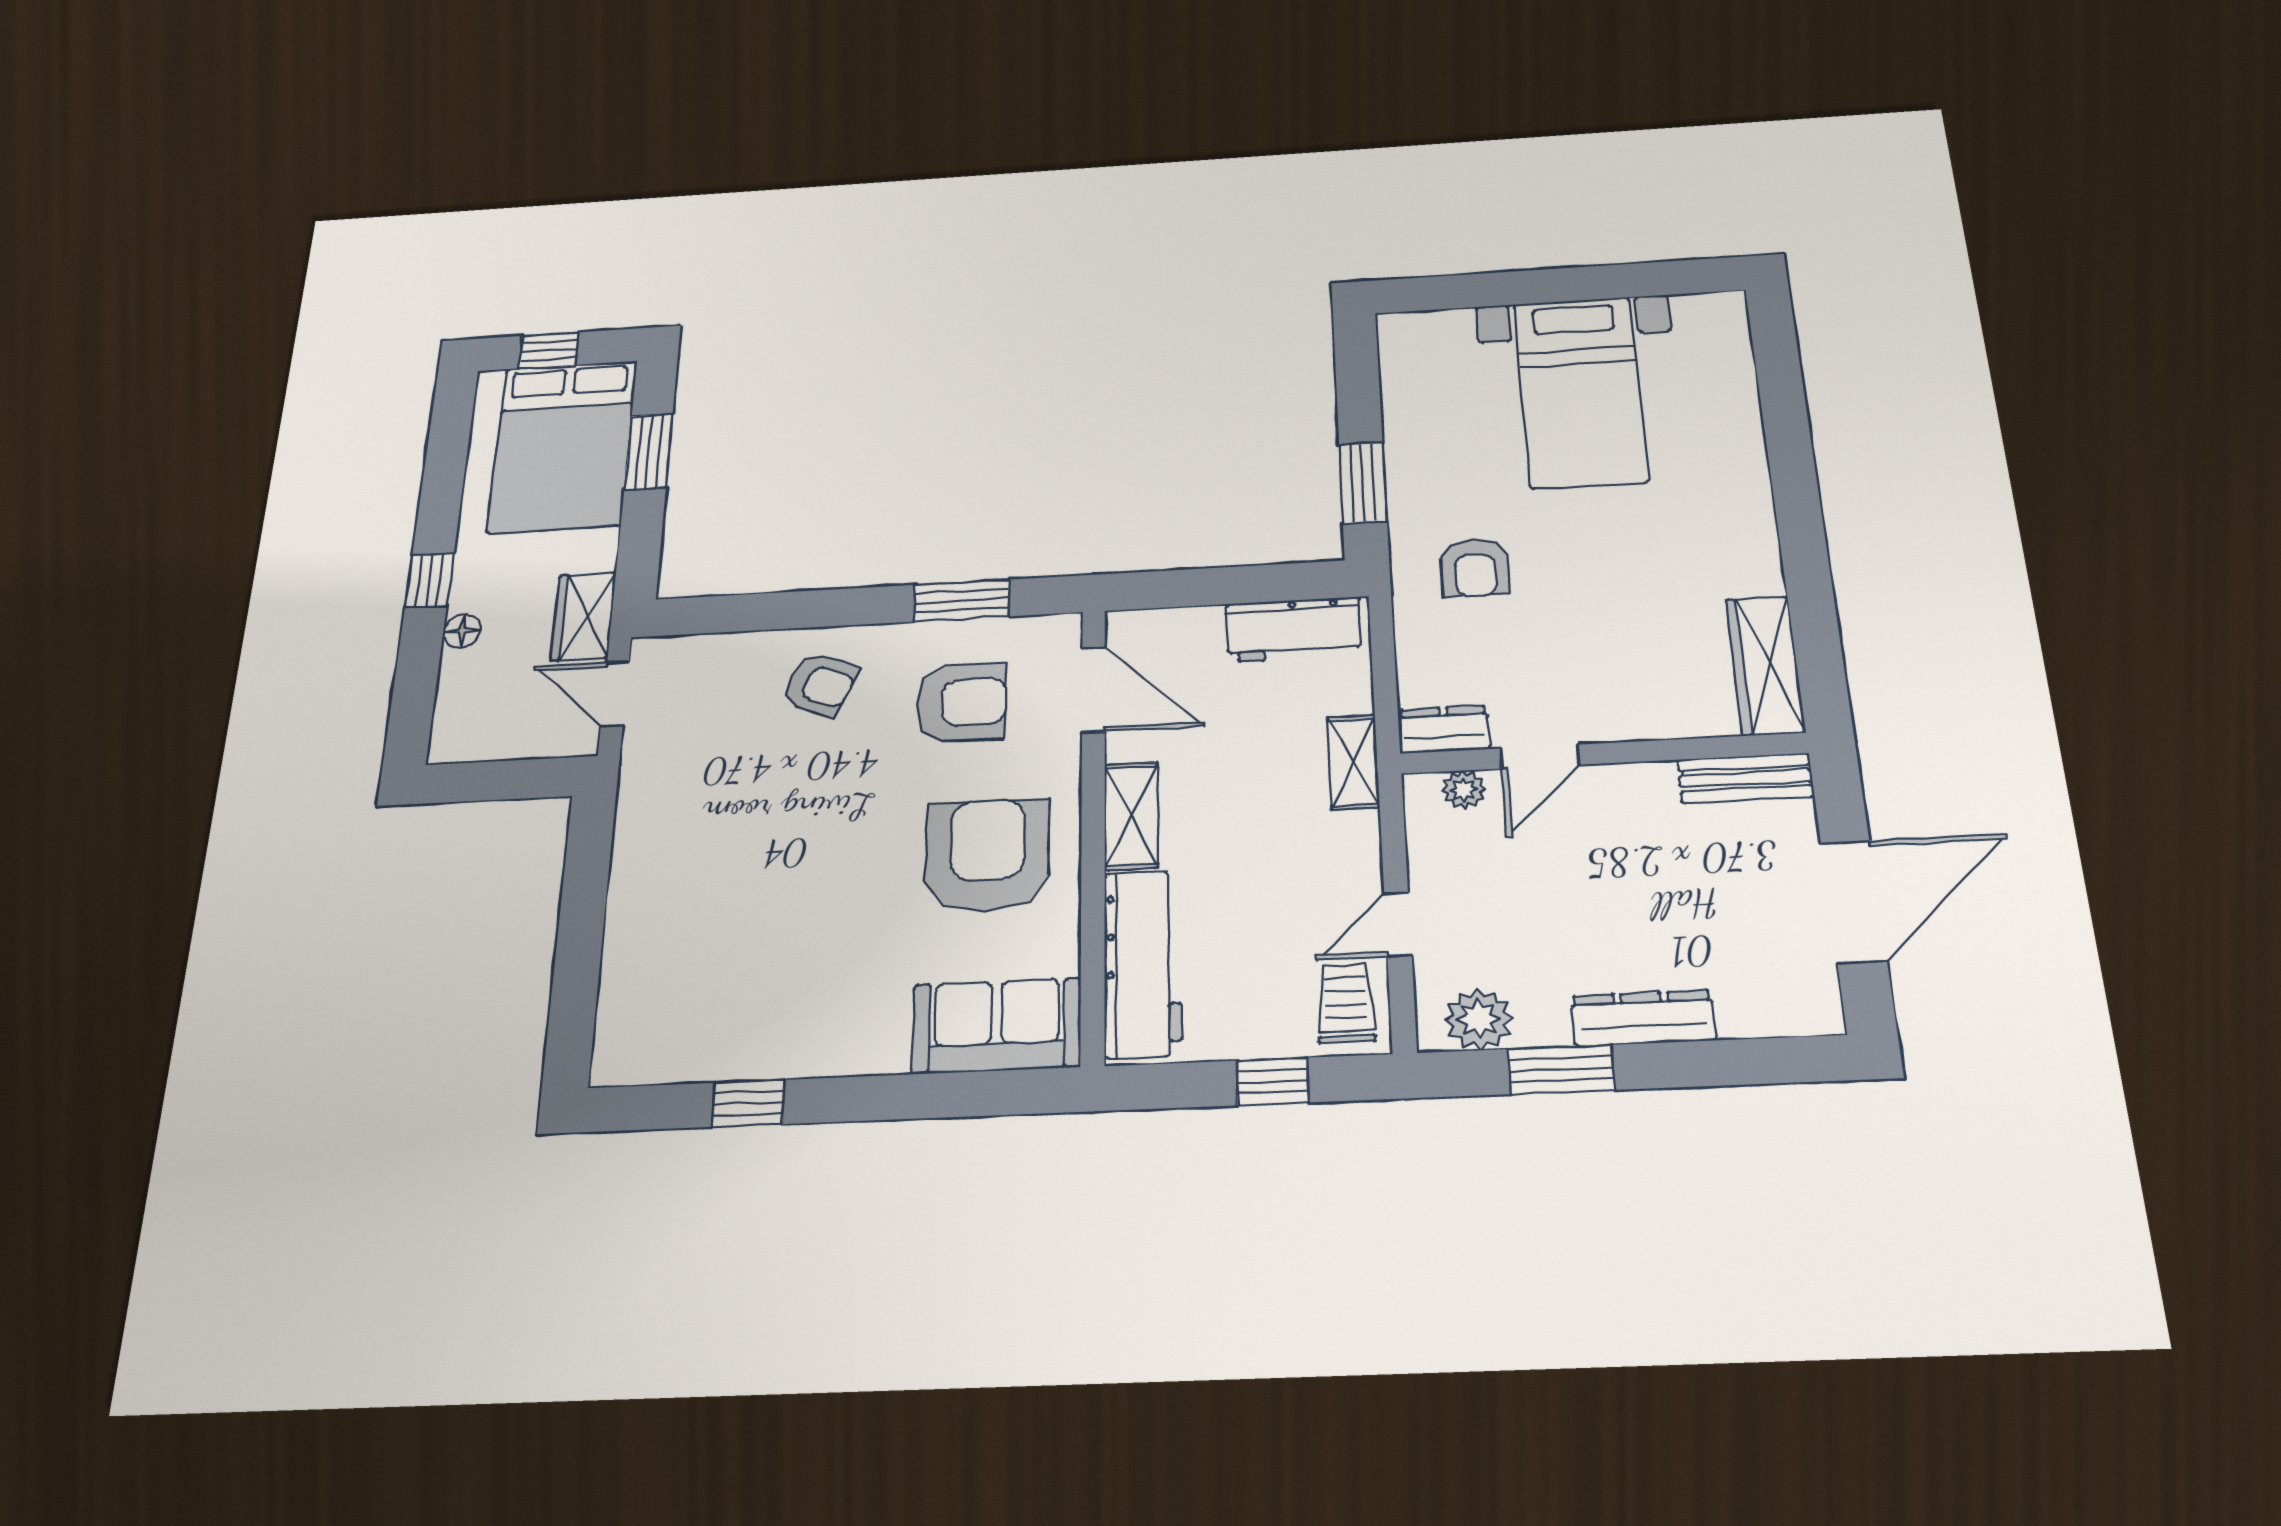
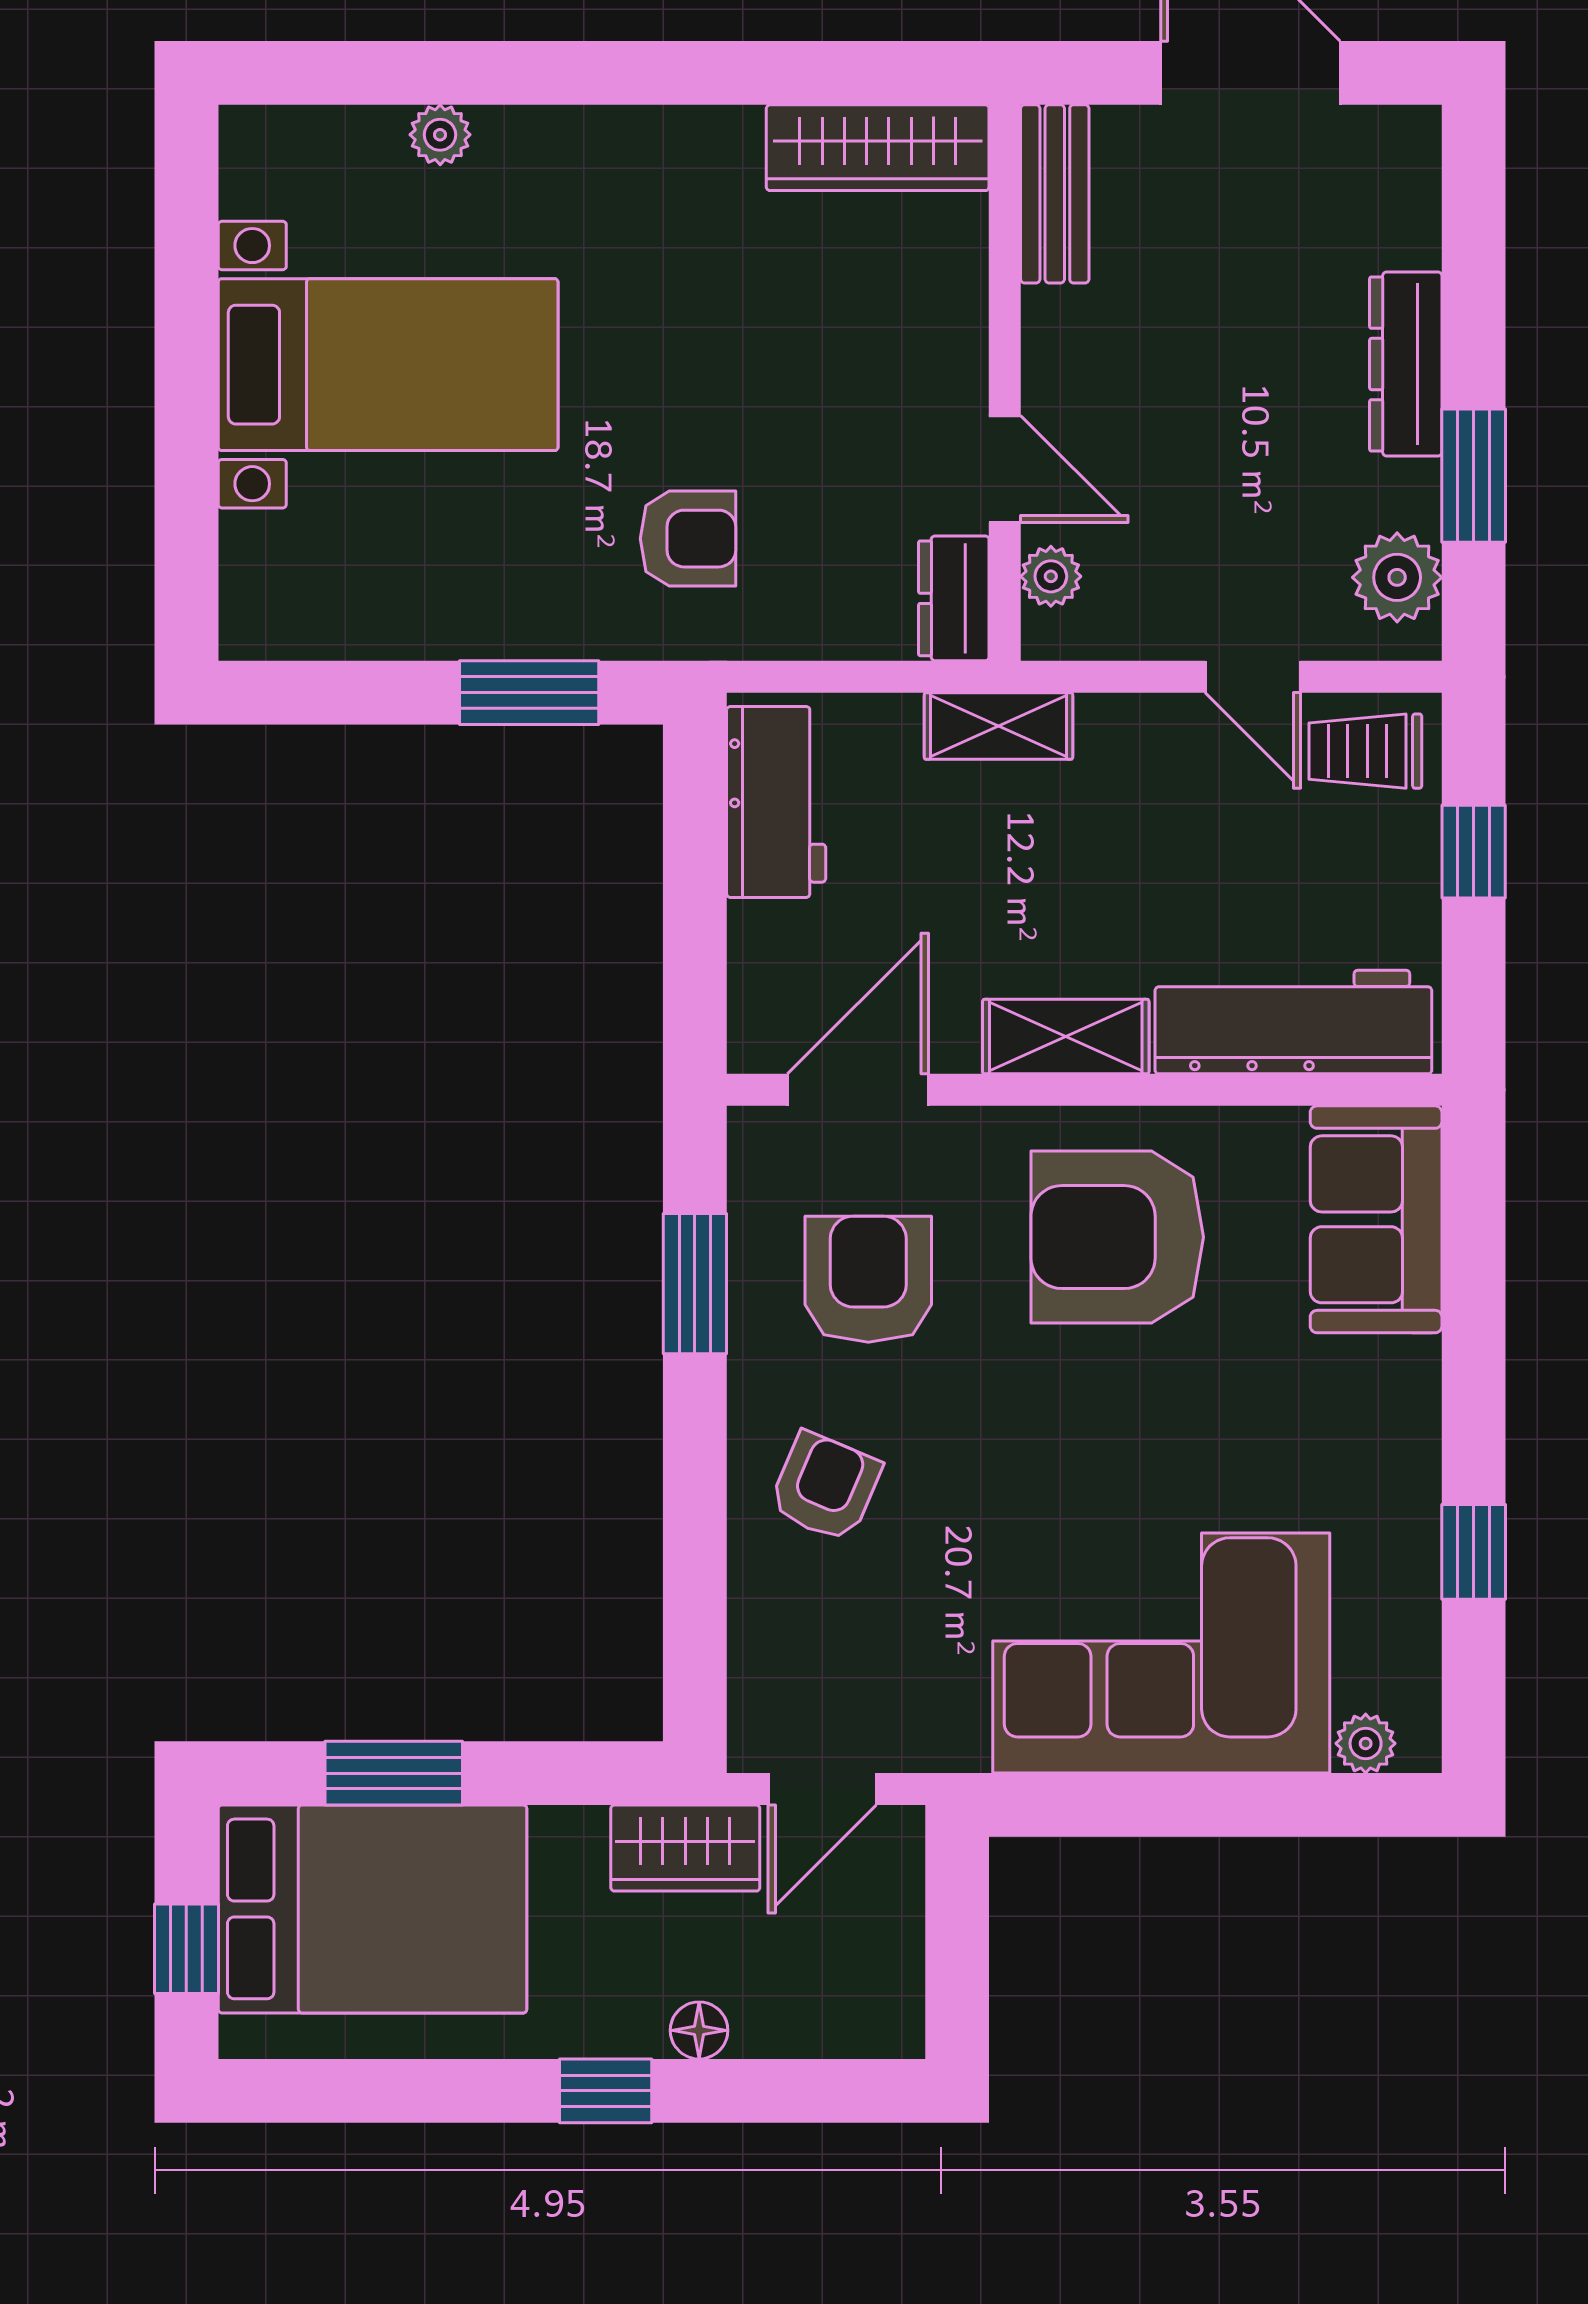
plant: (1741, 410) -> (440, 135), added
corner sofa: (690, 898) -> (1161, 1653), added
plant: (614, 1035) -> (1366, 1743), added

